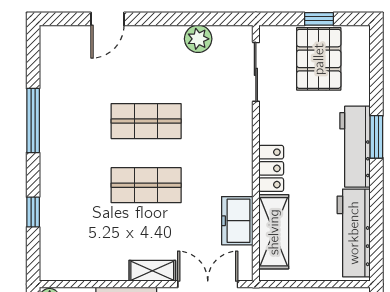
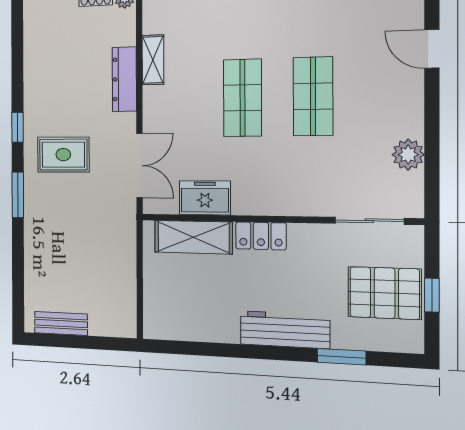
window: (376, 137) -> (341, 357), moved
workbench: (354, 233) -> (192, 324), removed
shelving: (152, 271) -> (153, 60), moved

